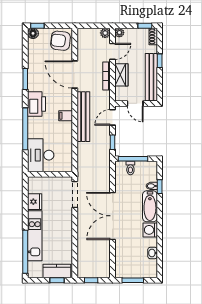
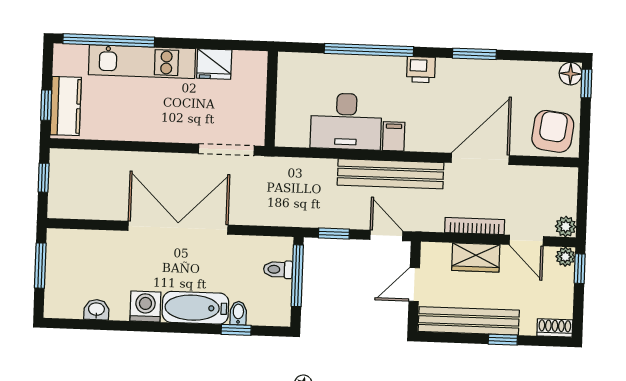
window: (145, 26) -> (580, 269), moved
printer: (37, 104) -> (421, 70), width x0.53, depth x0.68
desk: (41, 155) -> (346, 121), moved, turned 180

